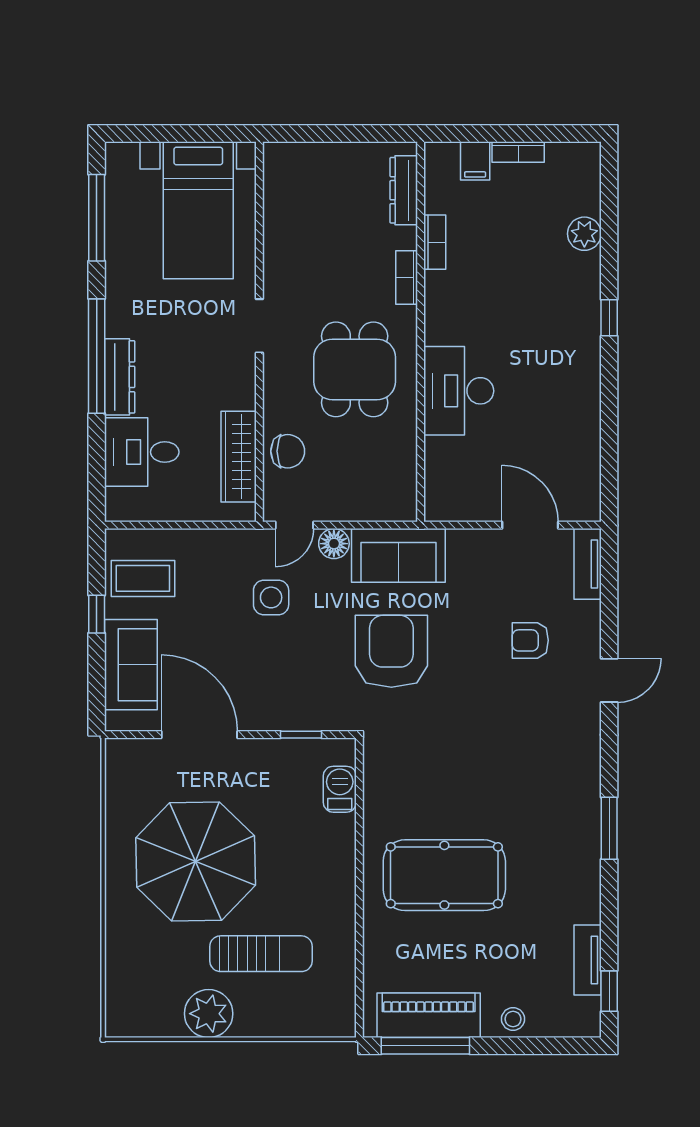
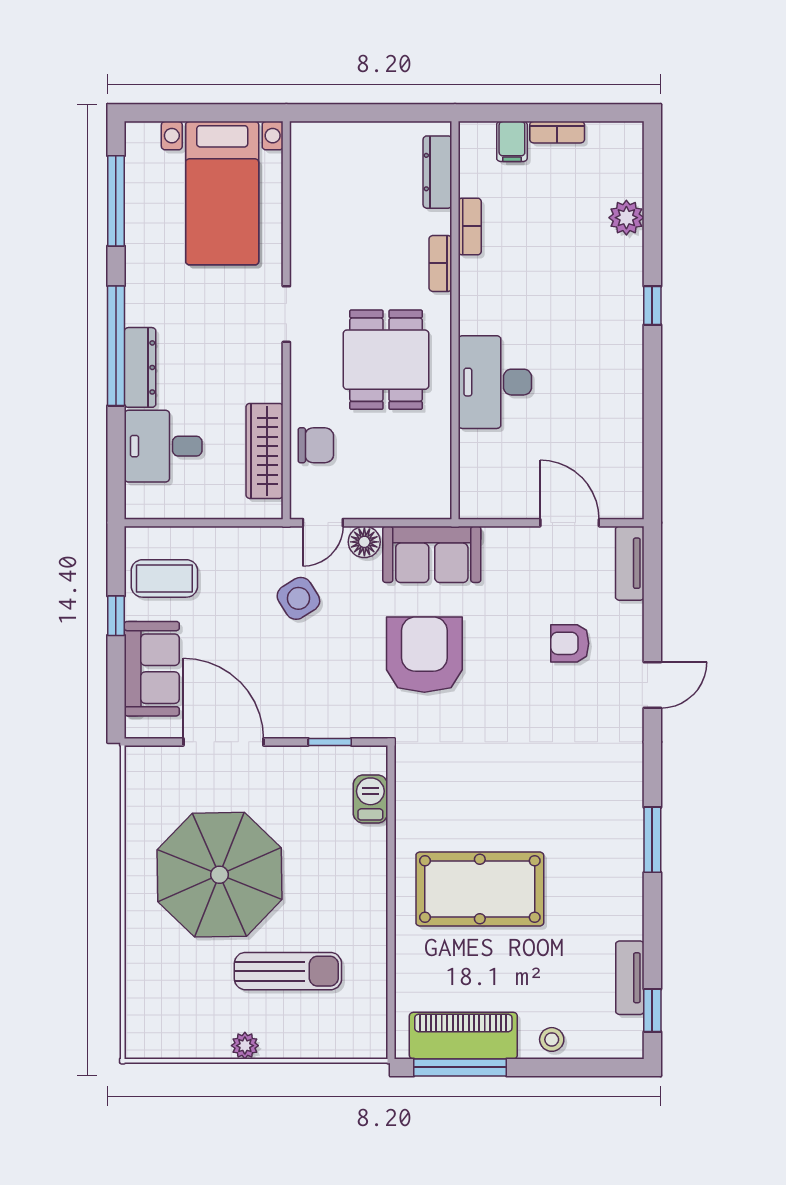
side table: (271, 597) -> (298, 598), turned -32
plant: (209, 1014) -> (245, 1046), width x0.53, depth x0.53

